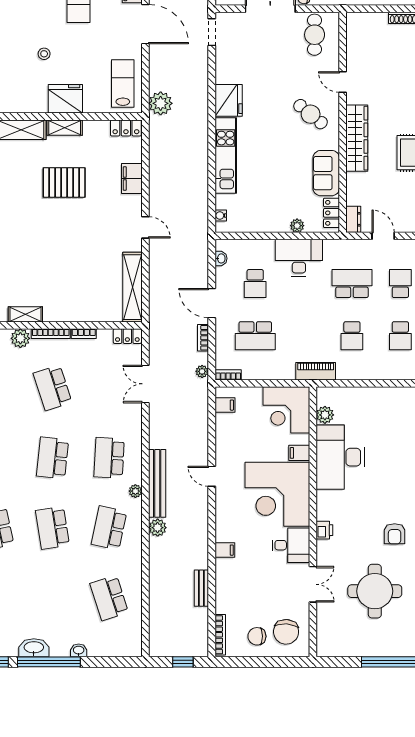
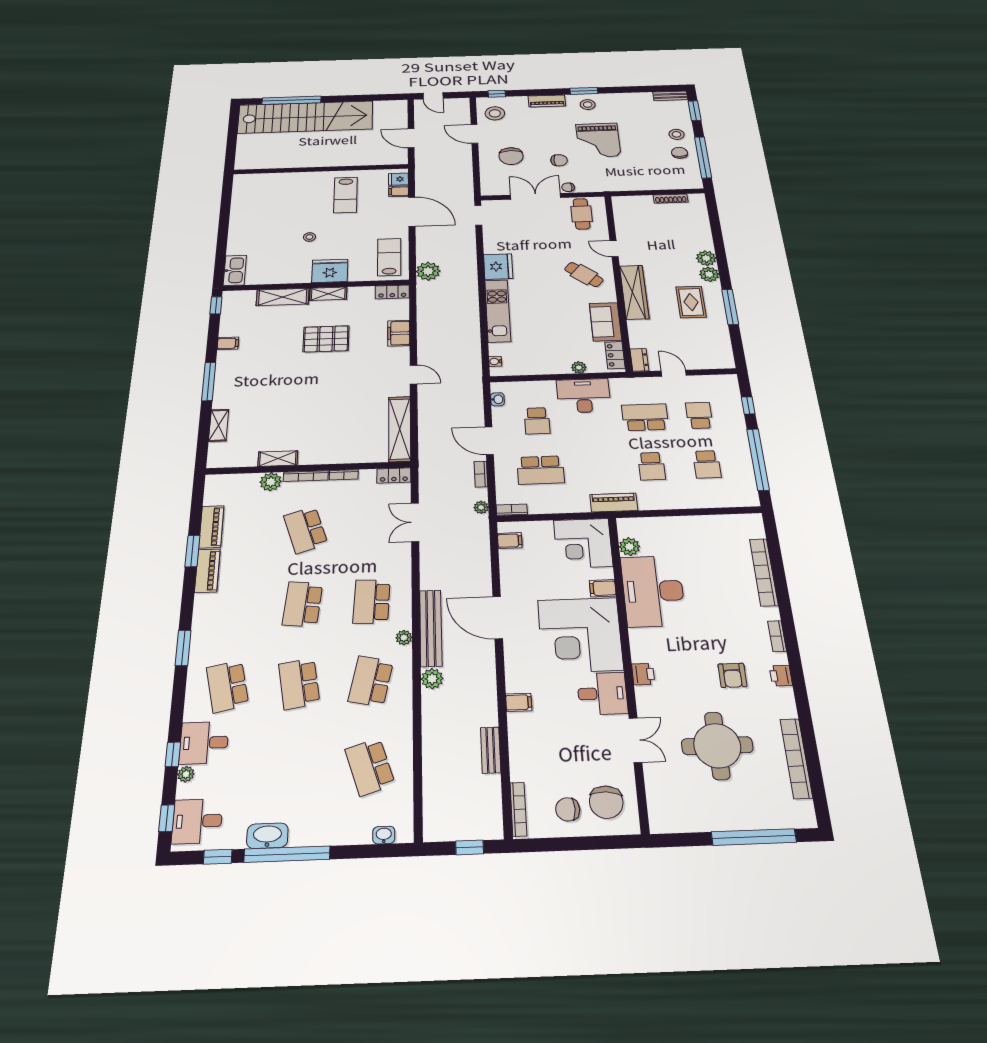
door: (212, 476) -> (498, 618), width x1.88
washbasin: (79, 650) -> (384, 835), moved

